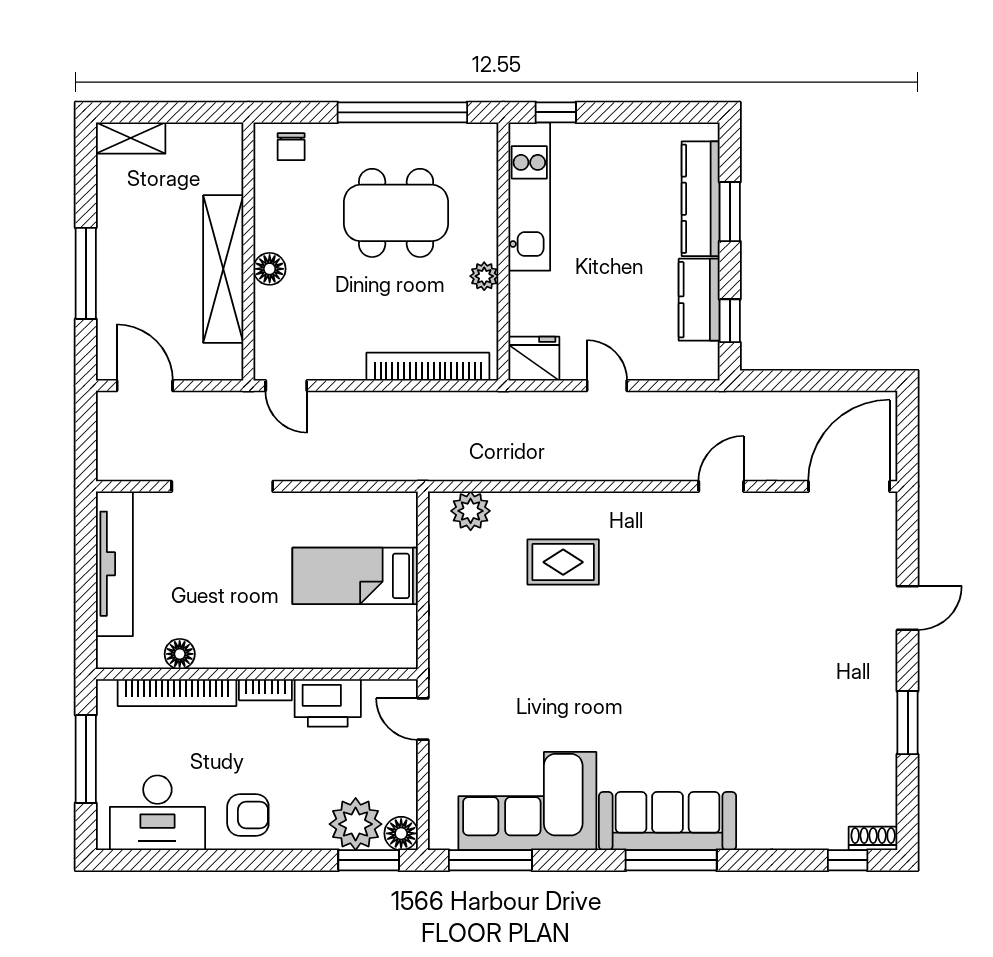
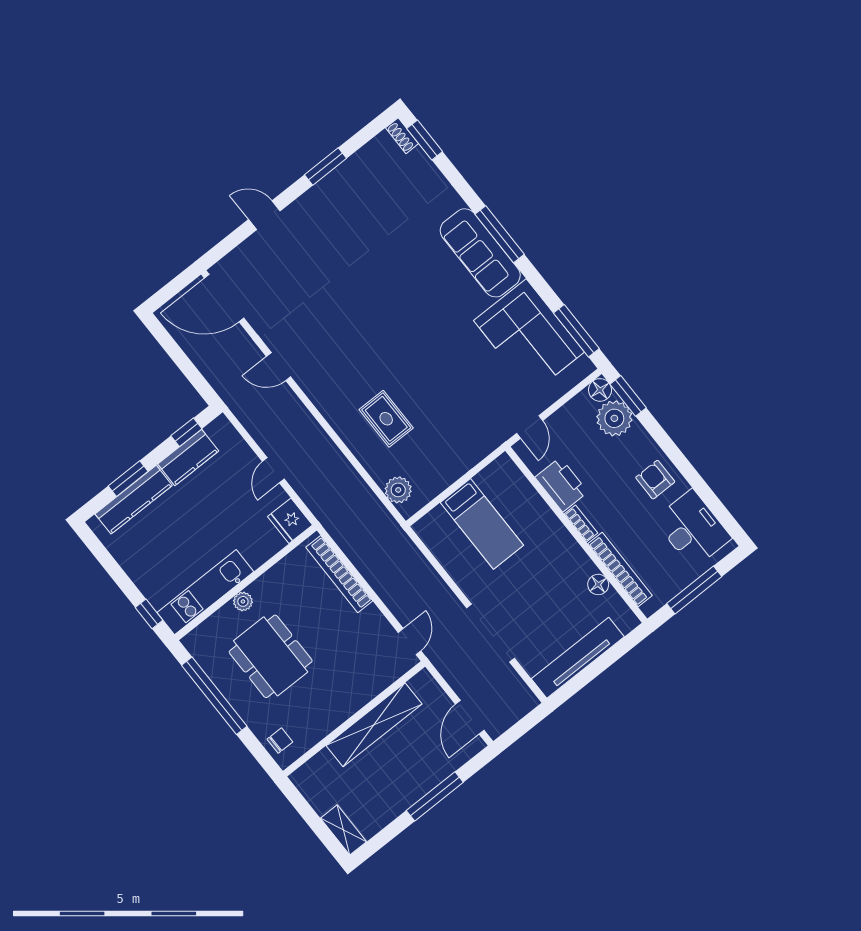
floor lamp: (270, 269) -> (354, 700), removed
plant: (484, 276) -> (243, 601), moved
window: (848, 860) -> (425, 140), width x1.50

